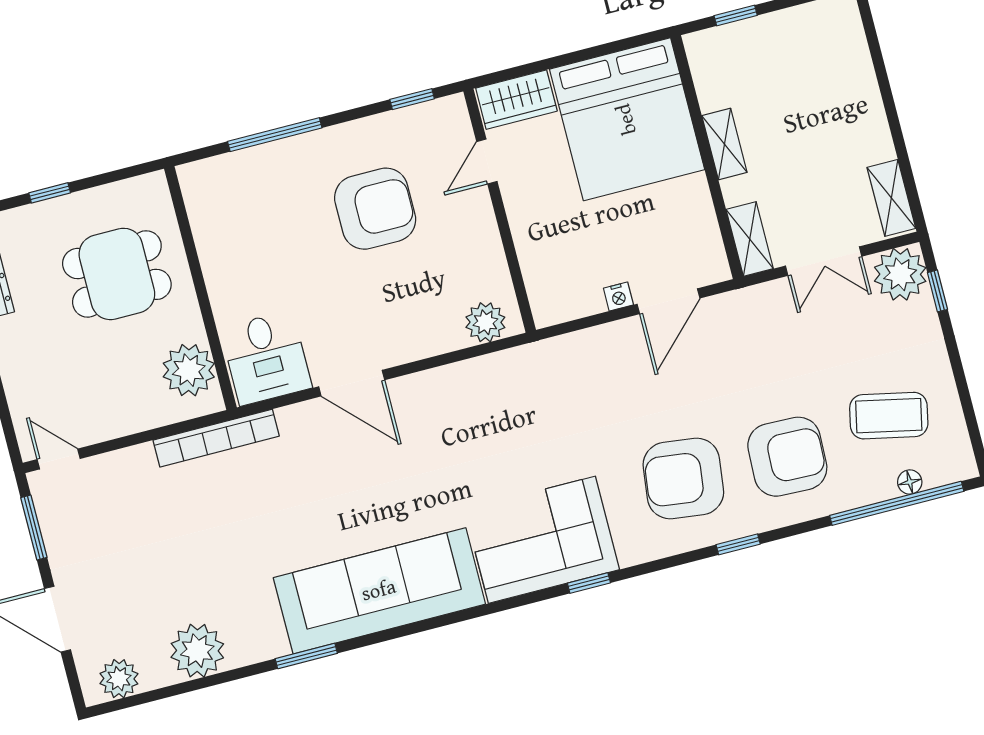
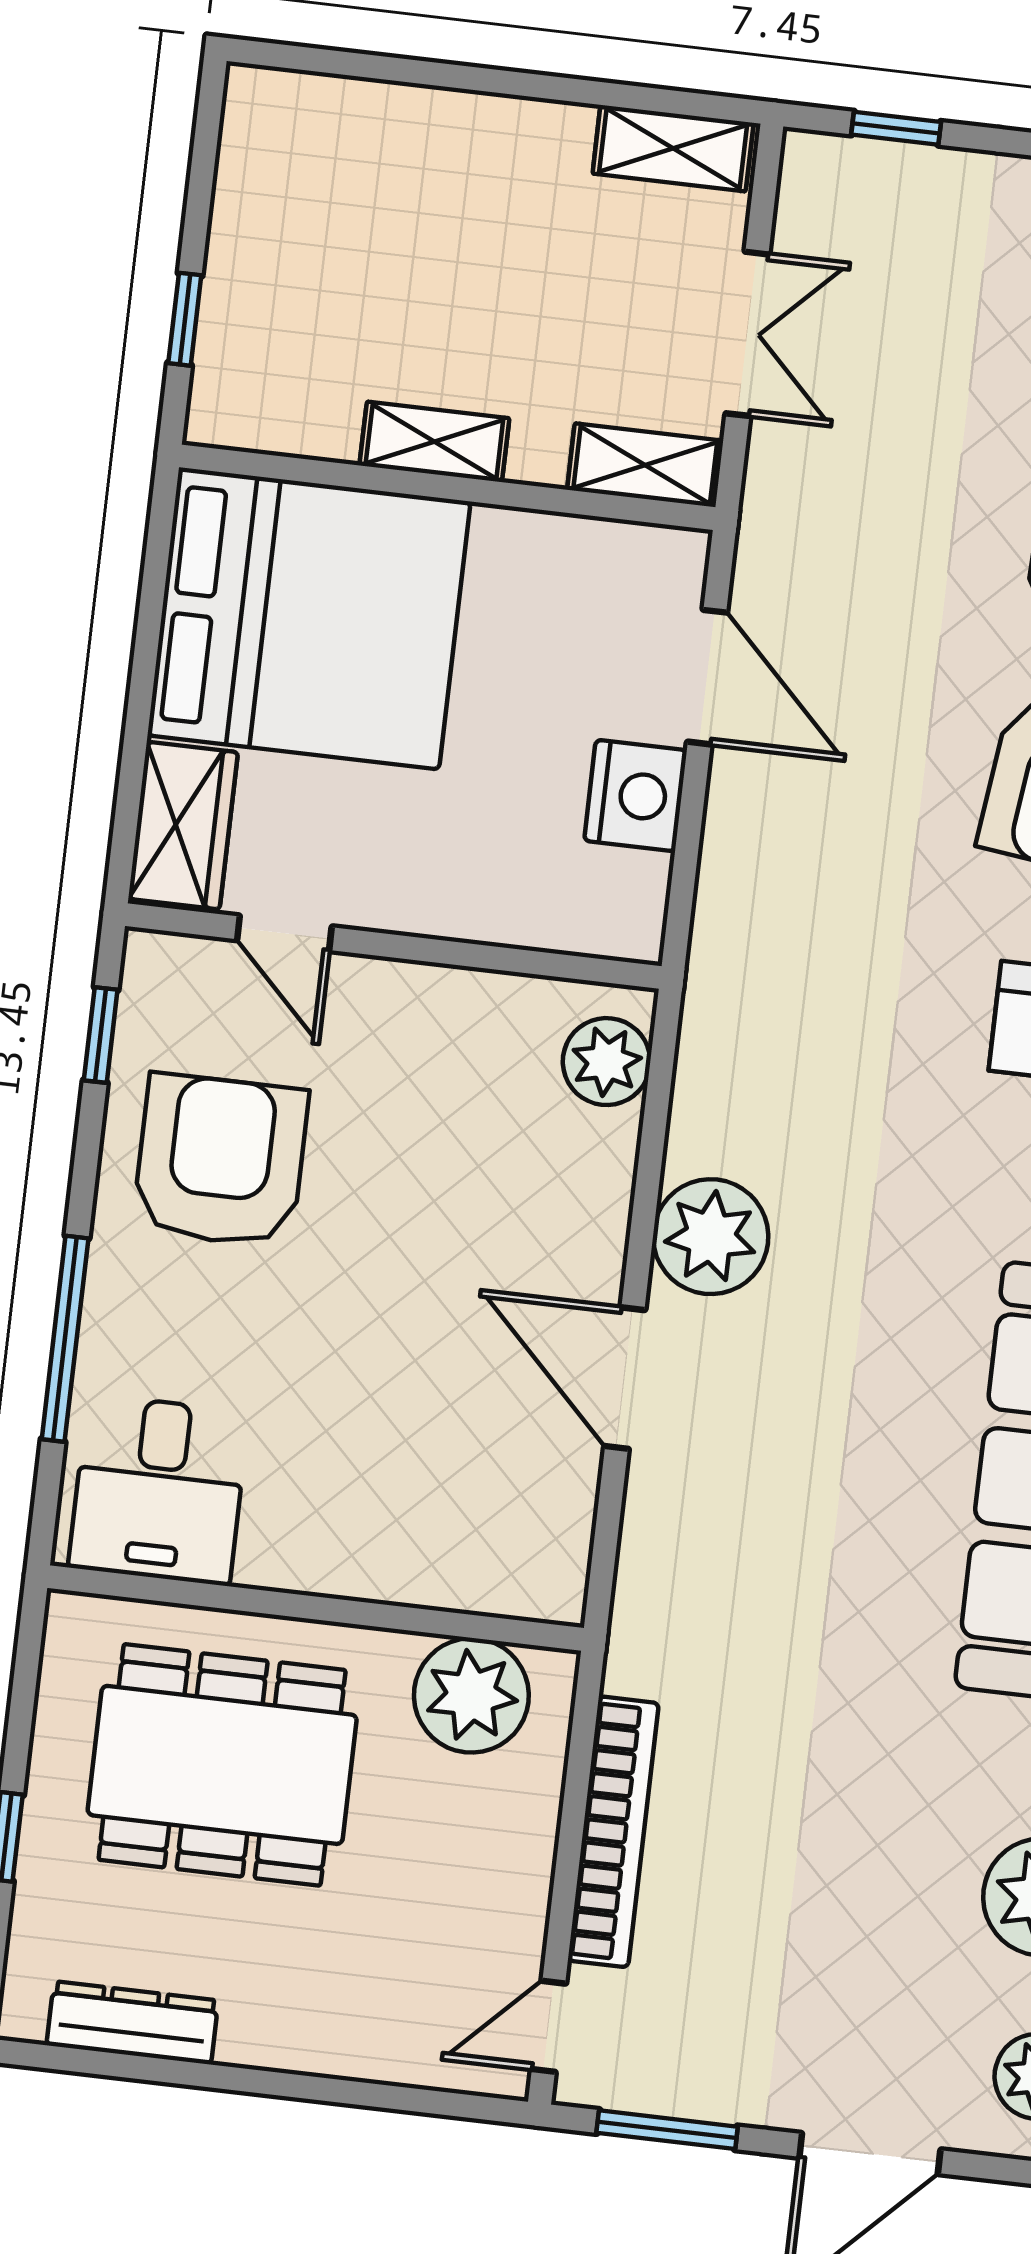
armchair: (375, 209) -> (220, 1161), moved
dining table: (117, 274) -> (222, 1765), width x1.38
plant: (900, 274) -> (711, 1237), moved
nightstand: (618, 296) -> (636, 796), width x1.89, depth x1.79
desk: (266, 358) -> (159, 1490), moved, turned 90
door: (352, 383) -> (625, 1378), swing flipped
bookcase: (216, 438) -> (613, 1832), moved

